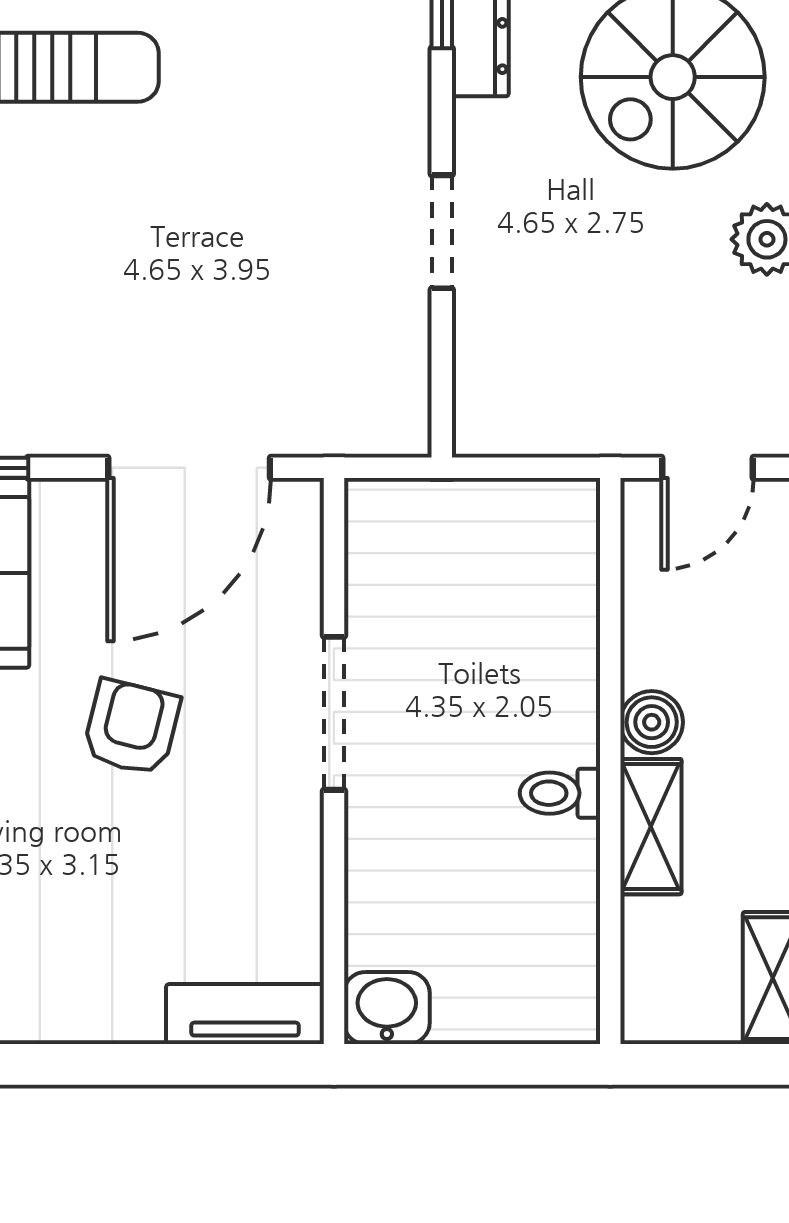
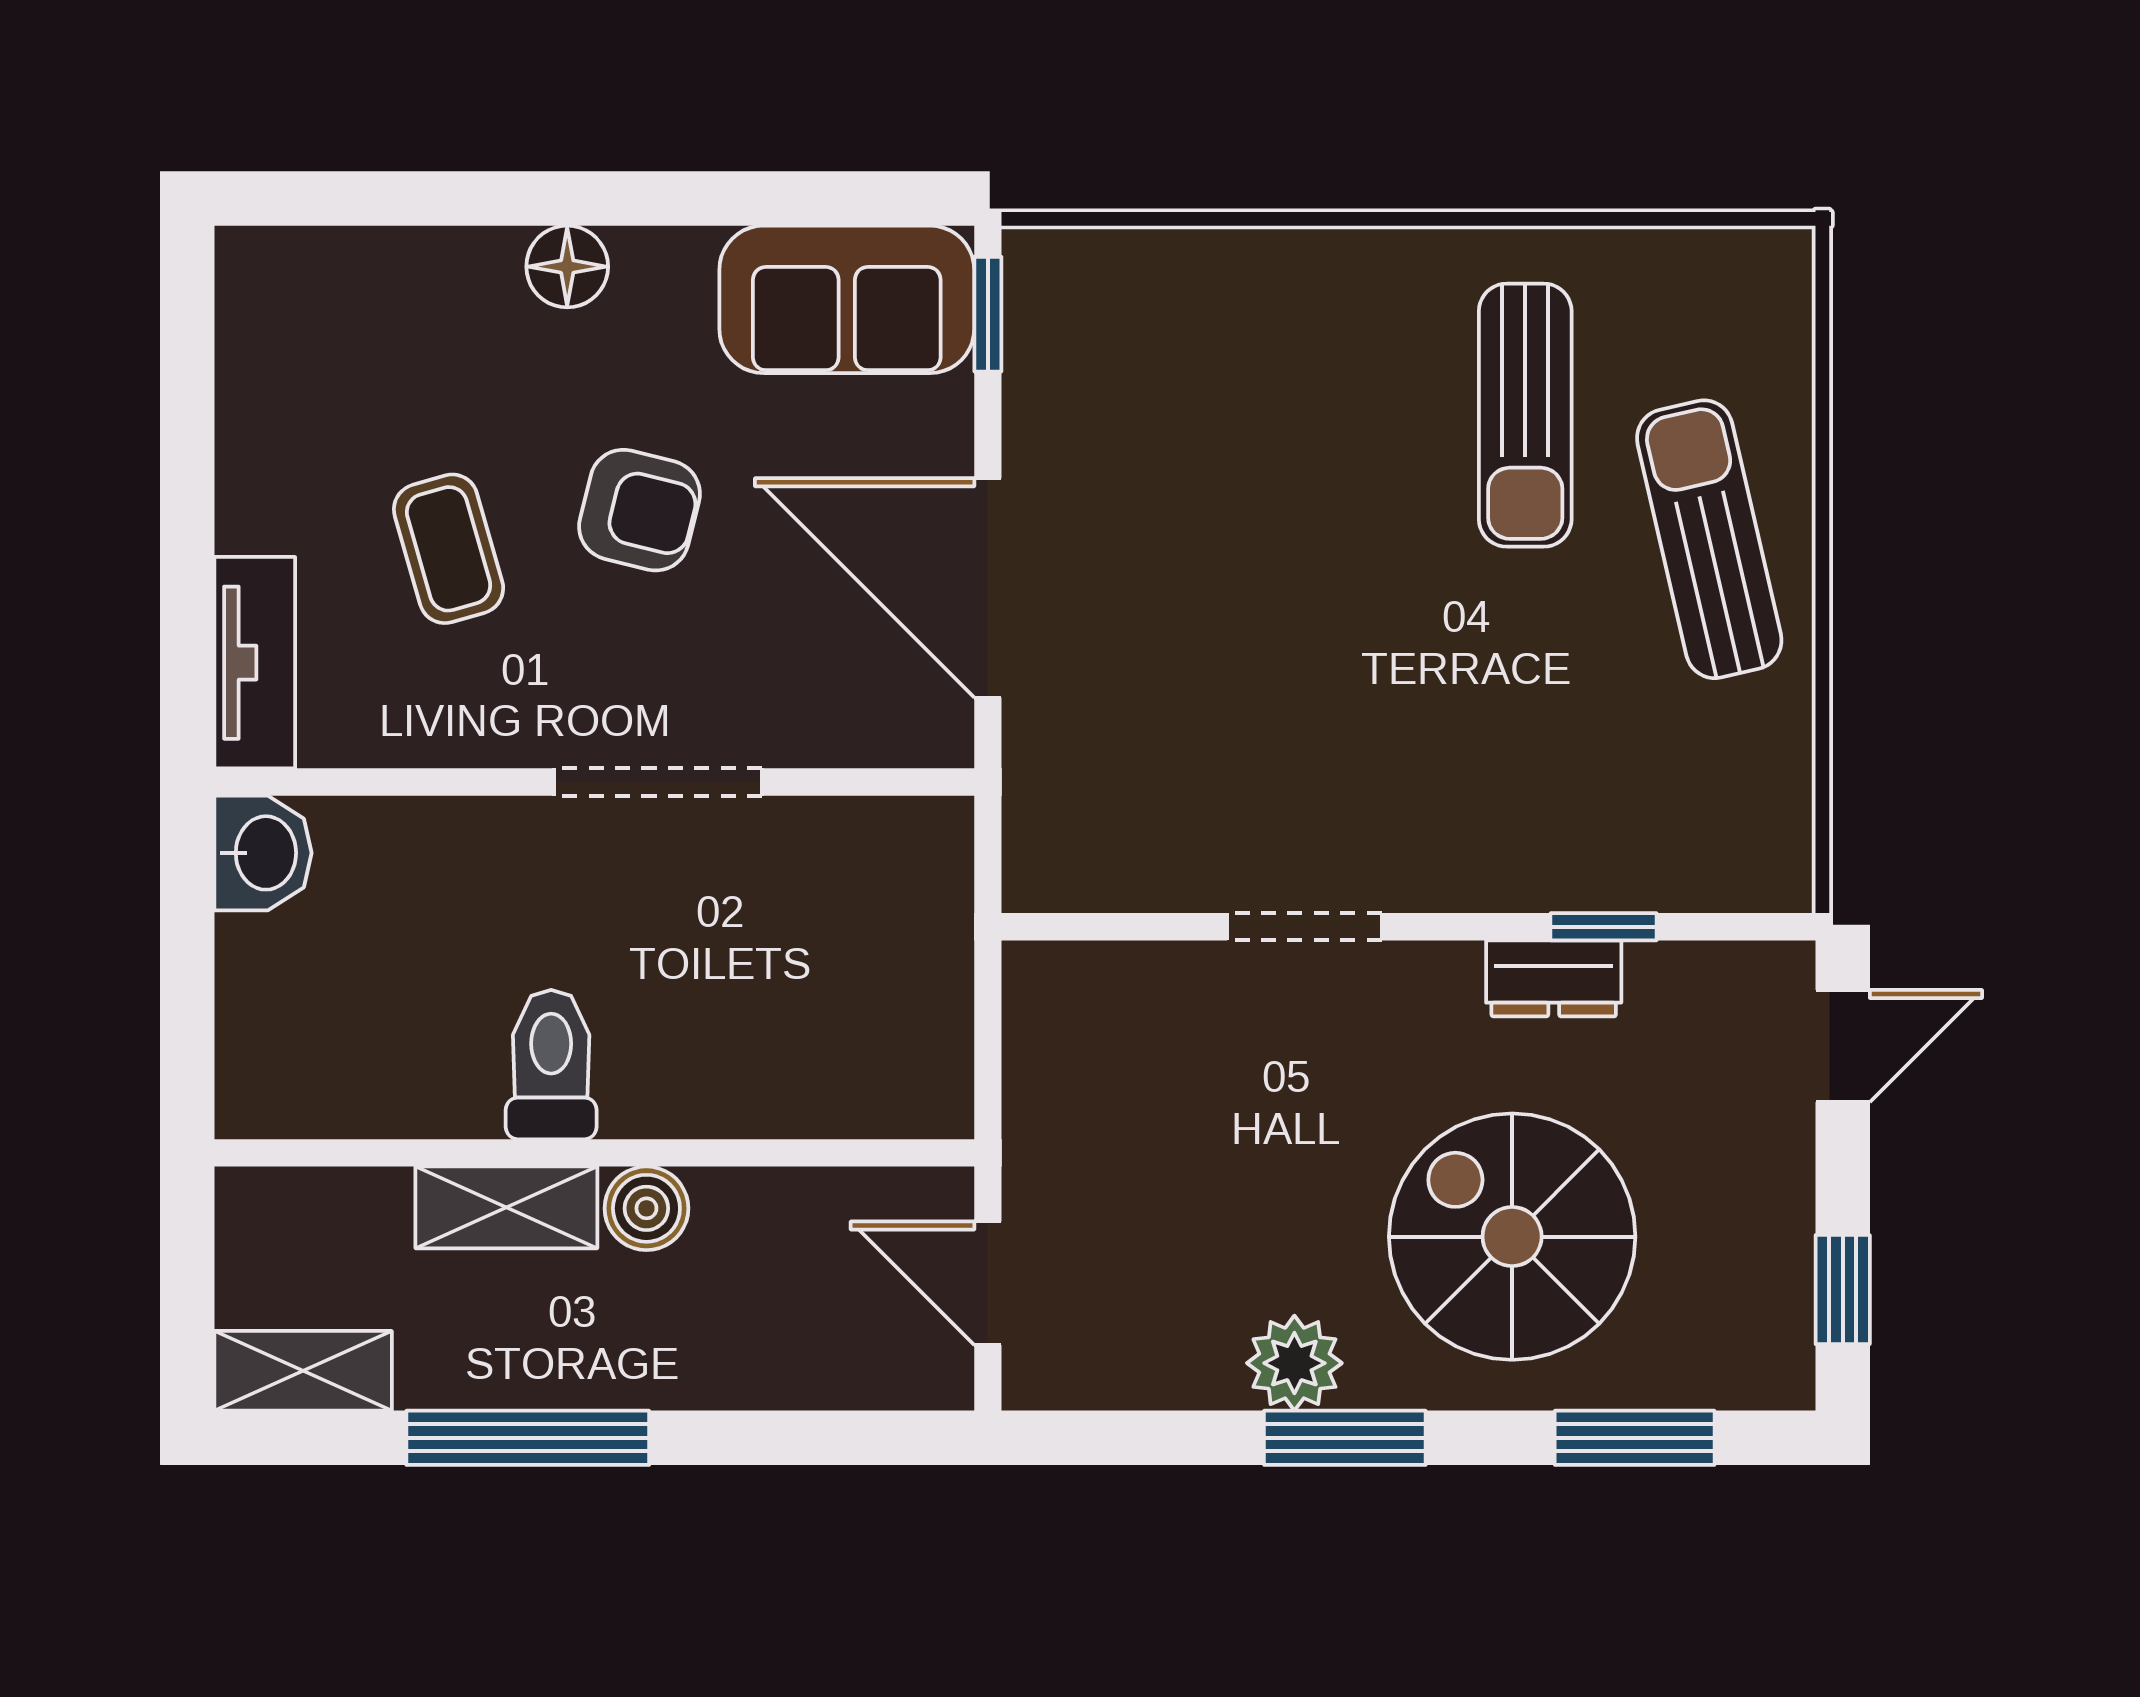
toilet: (560, 793) -> (551, 1065), width x1.37, depth x1.39
coffee table: (160, 870) -> (449, 549), added

